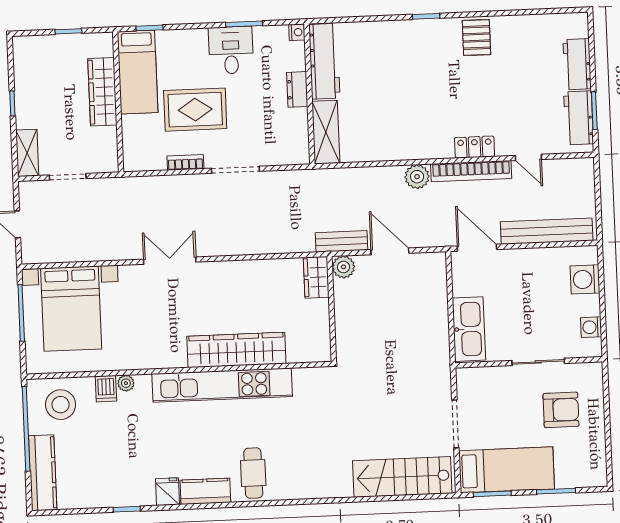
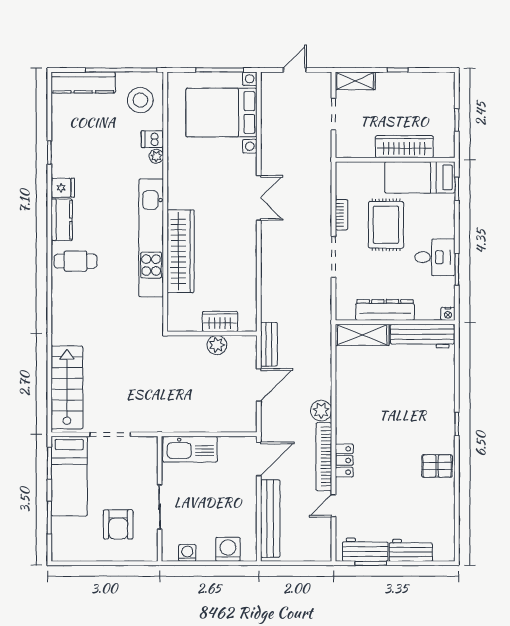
dresser: (297, 89) -> (385, 310), width x1.96, depth x1.24
plant: (343, 267) -> (217, 345), moved
wardrobe: (316, 277) -> (220, 321), moved

